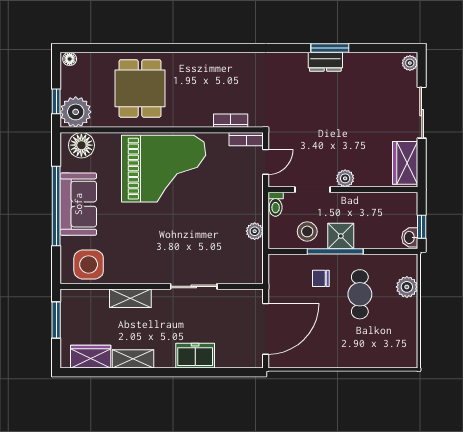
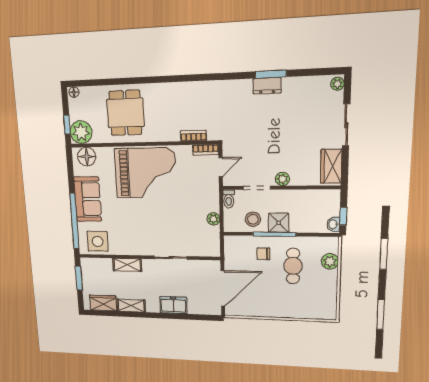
window: (56, 206) -> (74, 221), moved

